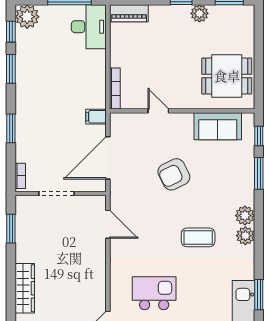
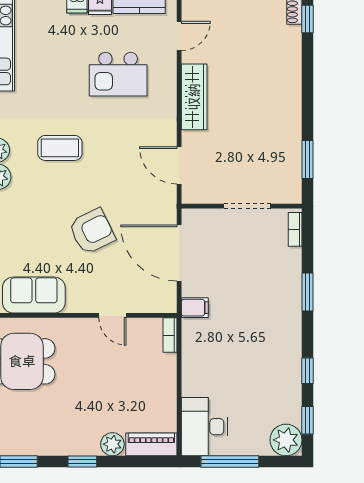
plant: (199, 13) -> (112, 444), moved
window: (11, 69) -> (307, 371), width x0.67
bookcase: (115, 89) -> (170, 335), width x0.64
door: (108, 158) -> (179, 253), swing flipped
wardrobe: (25, 288) -> (194, 97), moved, turned 180

